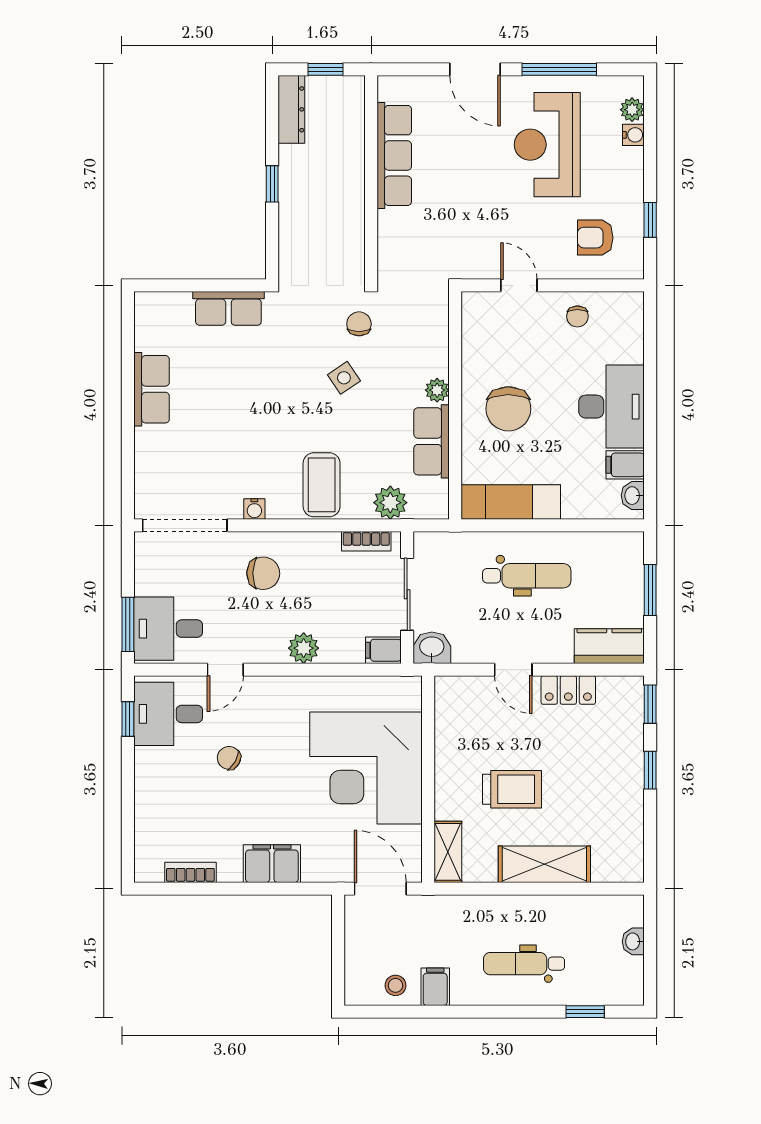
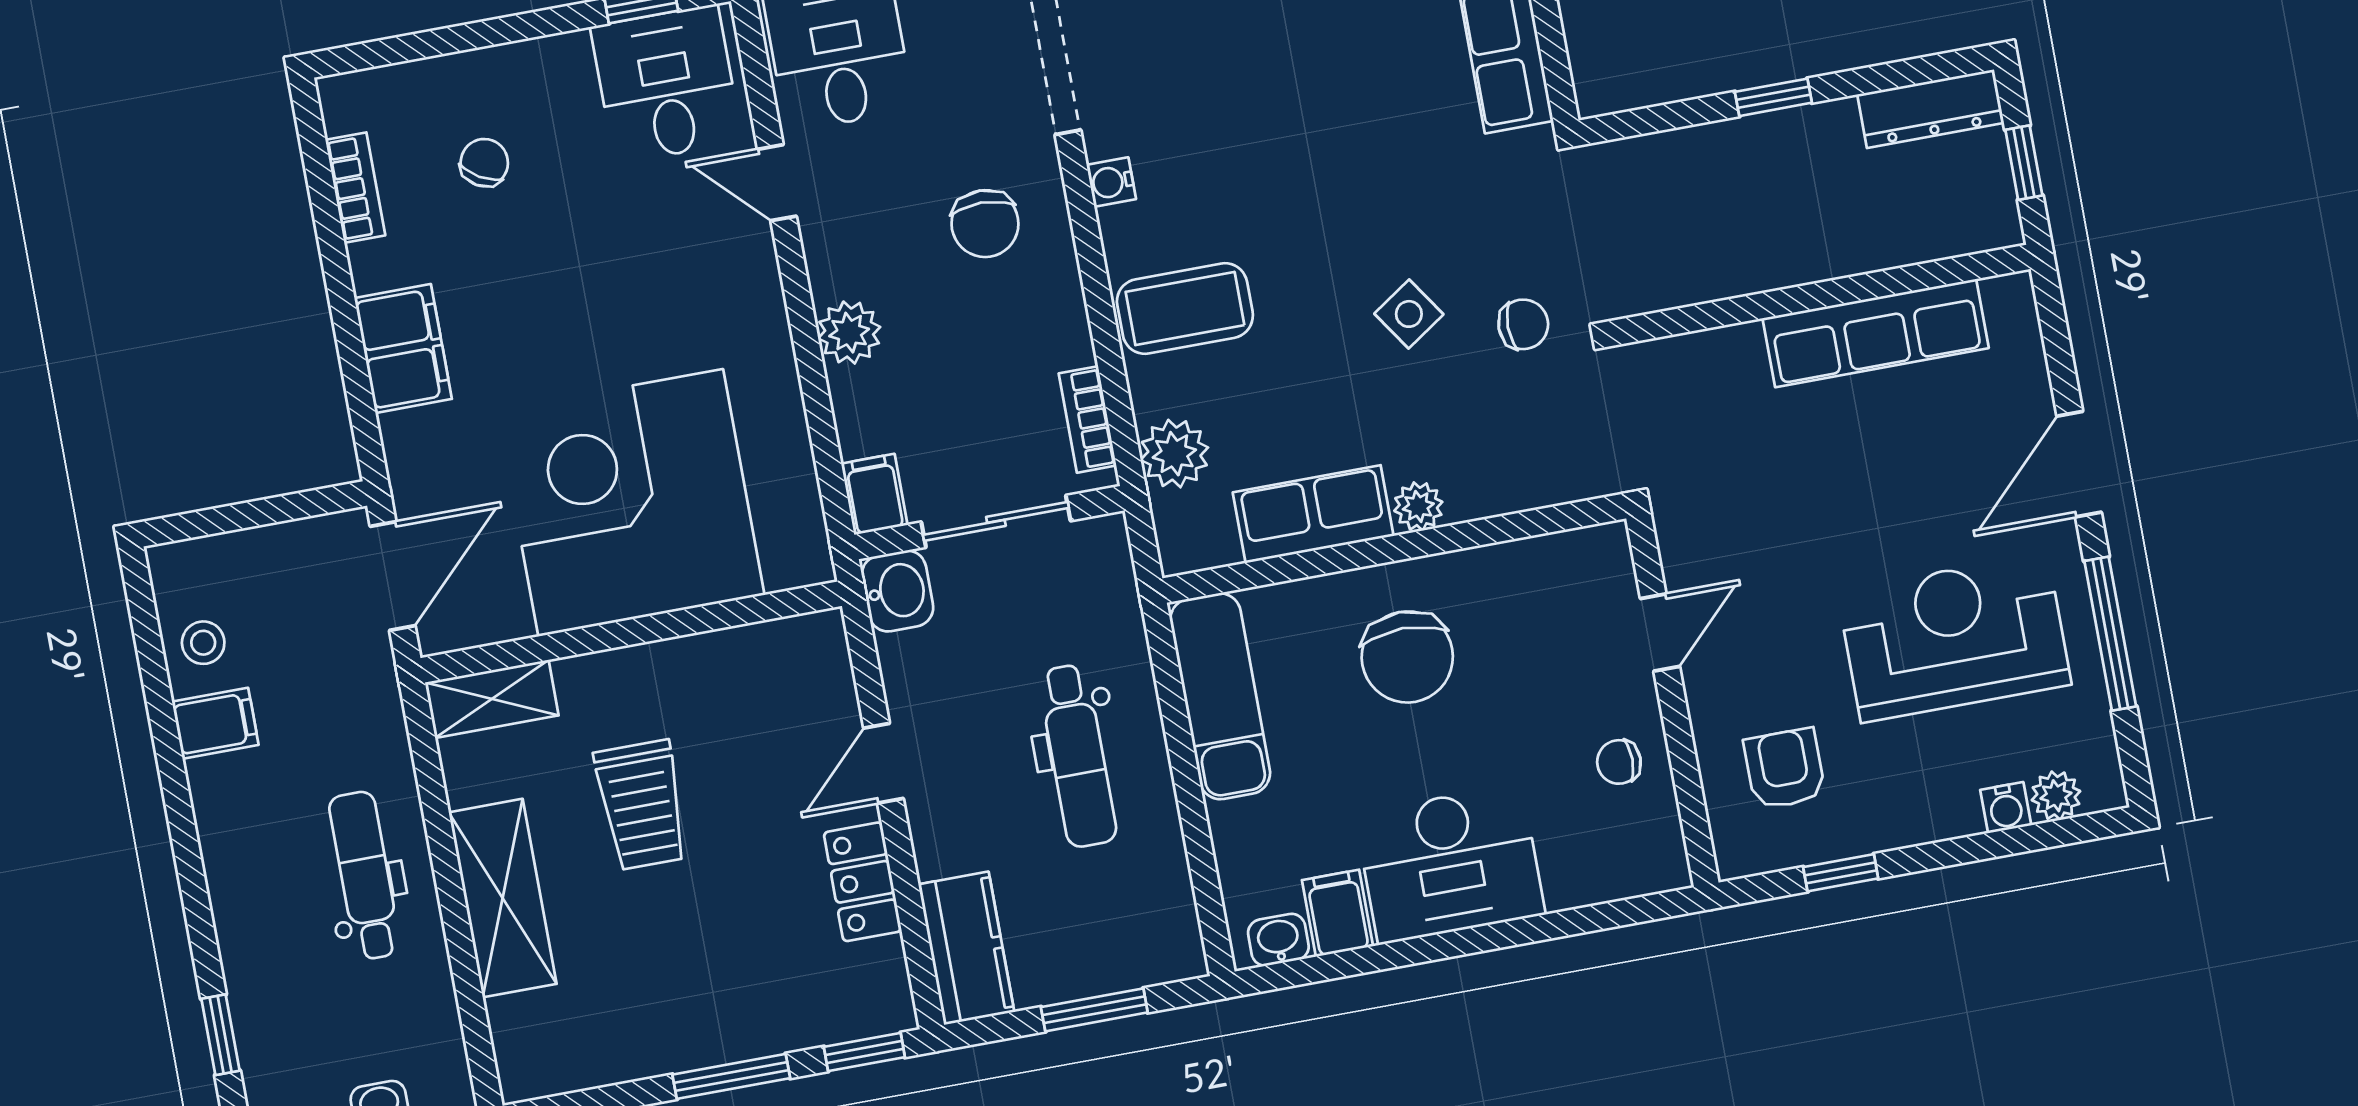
chair: (508, 409) -> (1407, 657), turned -90
chair: (229, 758) -> (484, 163), moved
window: (650, 770) -> (731, 1076), width x1.50
dental chair: (524, 964) -> (365, 875), moved

